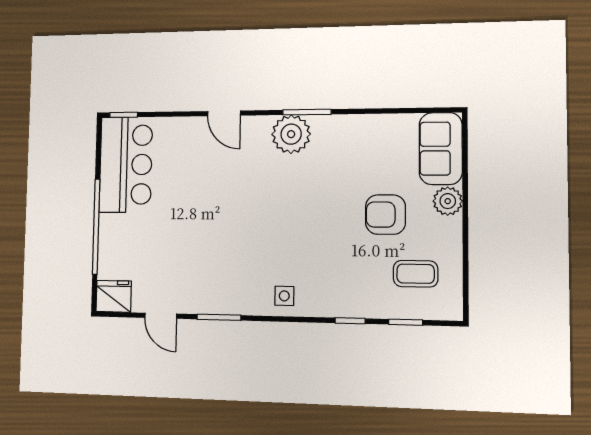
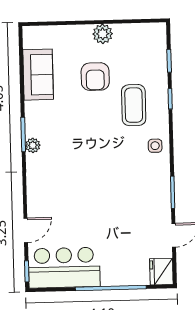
door: (224, 113) -> (26, 230), moved
plant: (291, 134) -> (33, 145), width x0.53, depth x0.53
sofa: (441, 149) -> (38, 75), moved, turned -90
plant: (448, 201) -> (103, 34), moved
coffee table: (416, 274) -> (134, 105), moved, width x1.36, depth x1.30

